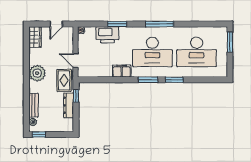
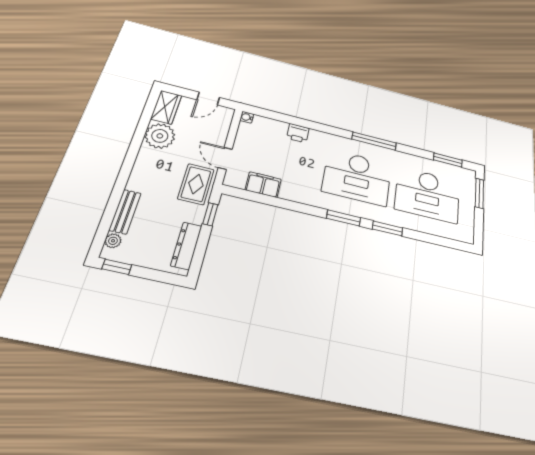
window: (117, 24) -> (448, 160), moved
printer: (107, 35) -> (298, 133), width x0.53, depth x0.68
filing cabinet: (122, 71) -> (263, 185), moved
plant: (37, 73) -> (160, 136), moved
dresser: (69, 105) -> (186, 246), moved

